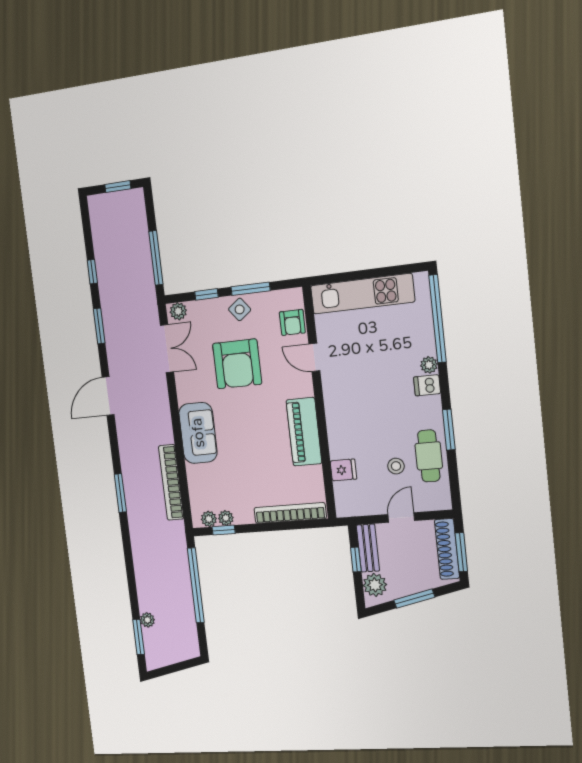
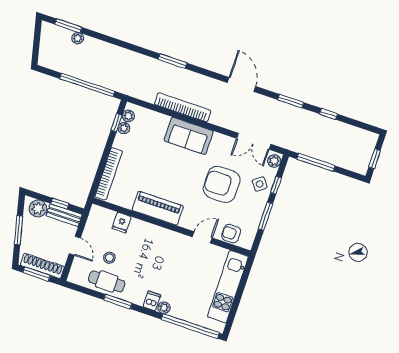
side table: (240, 309) -> (260, 184), moved
bookcase: (171, 482) -> (183, 107), moved

